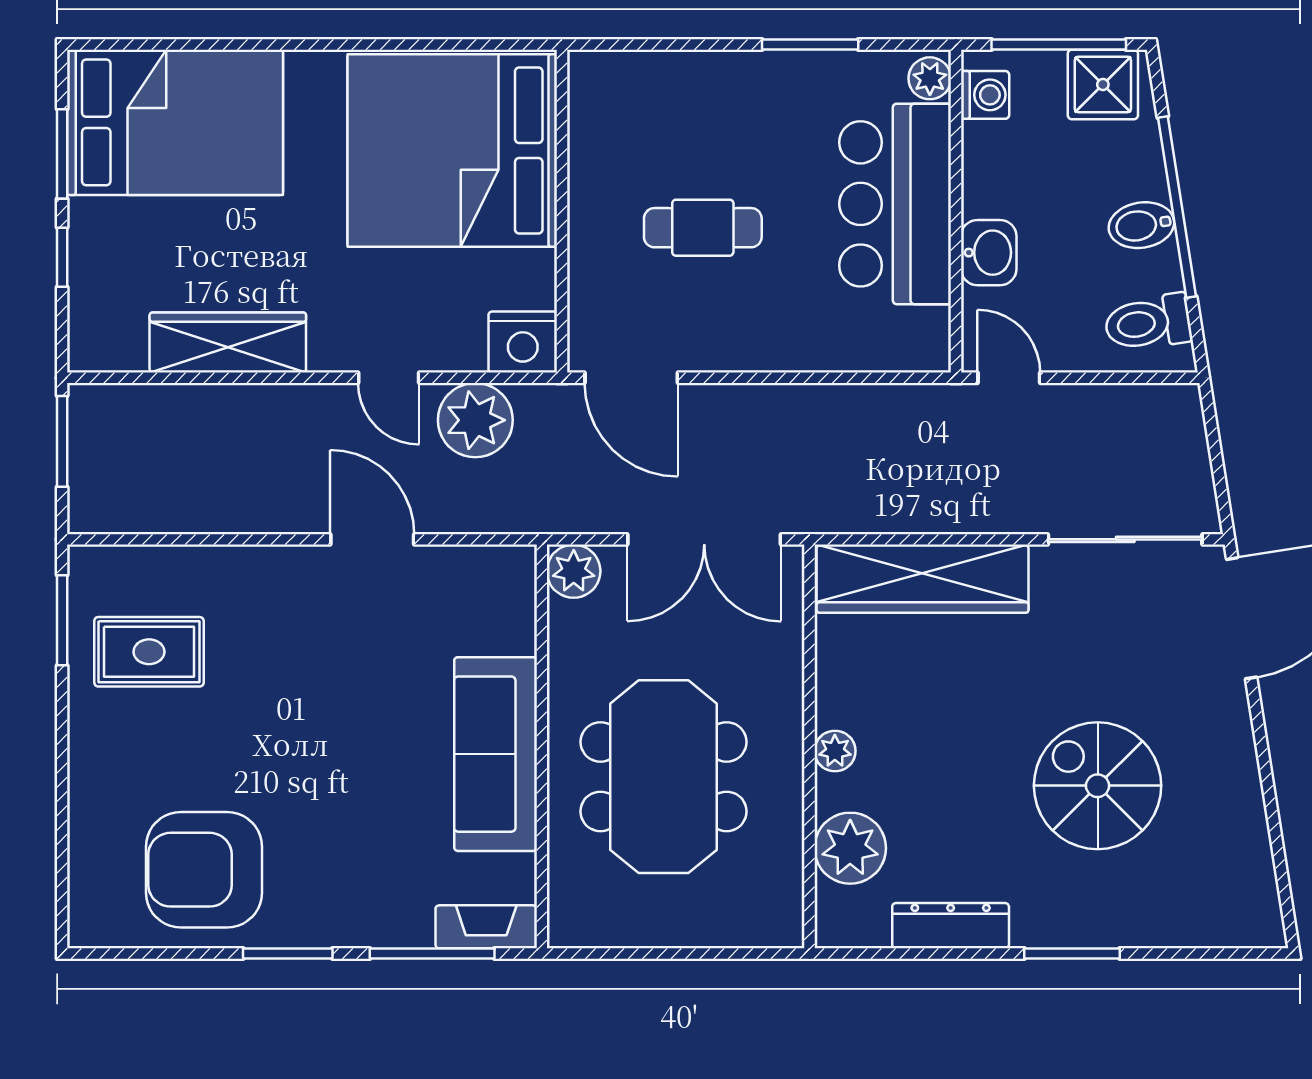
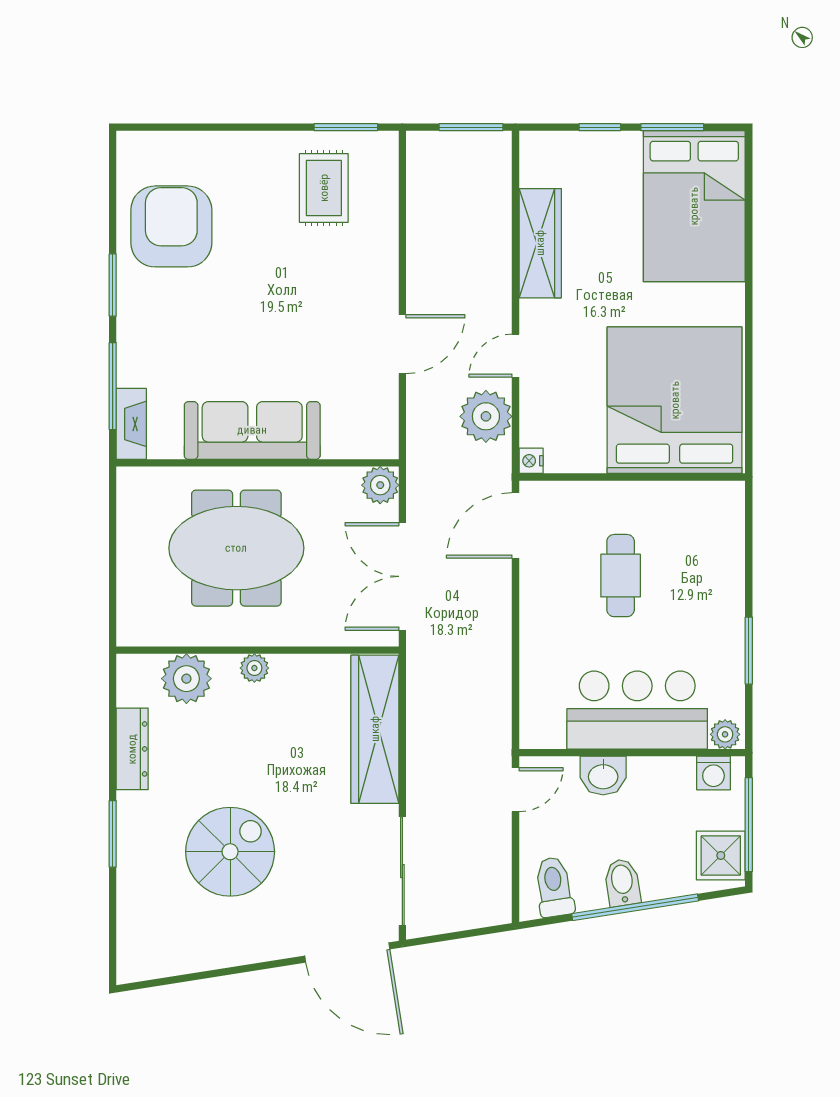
nightstand: (523, 342) -> (531, 461), width x0.53, depth x0.56

